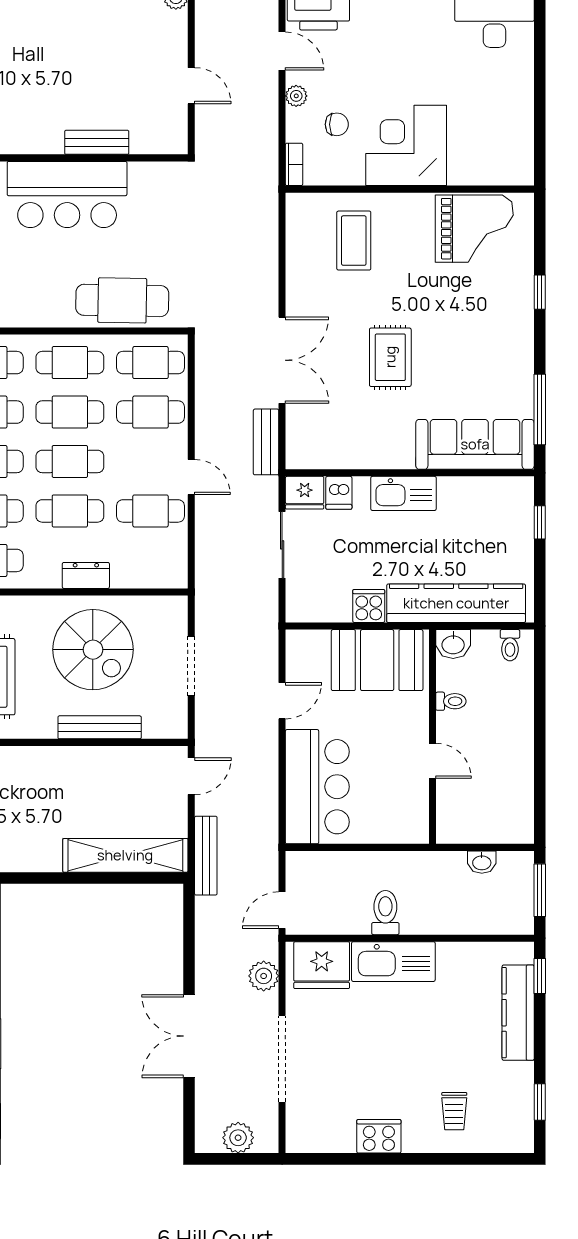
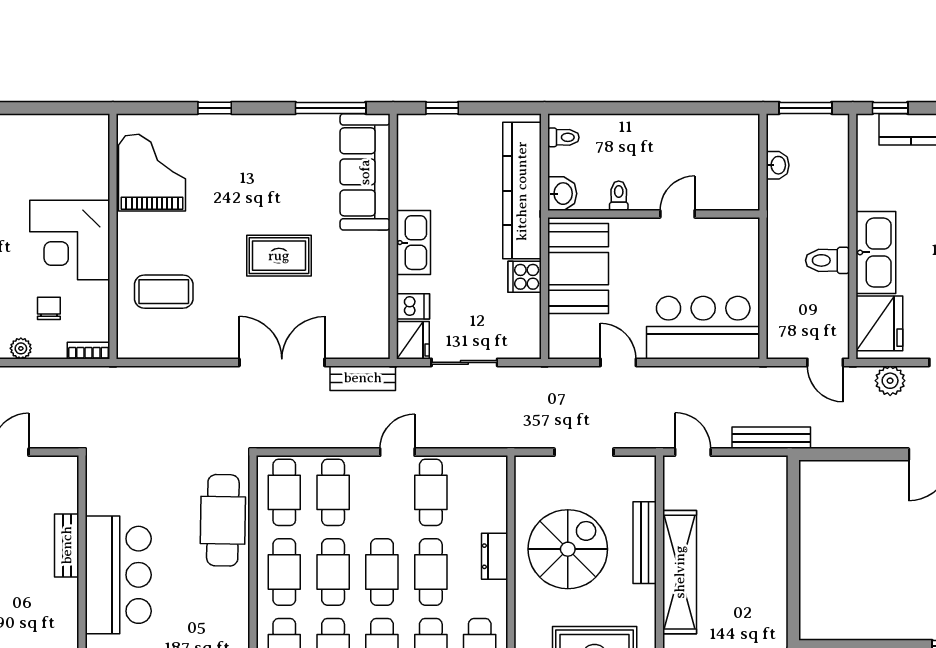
shelving: (125, 855) -> (680, 572), moved

